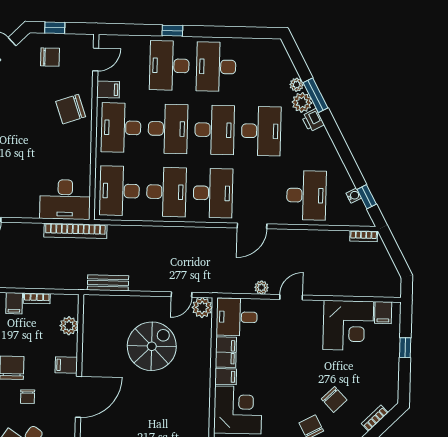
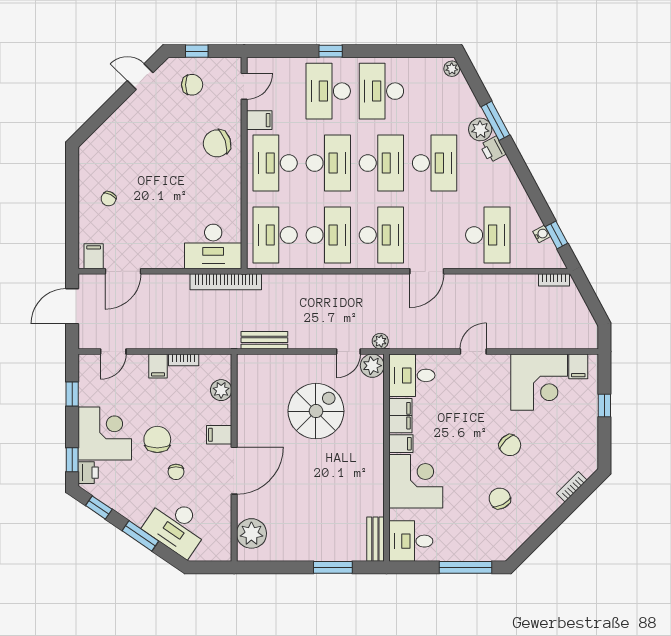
plant: (297, 85) -> (452, 69), moved
plant: (261, 287) -> (380, 341), moved
chair: (334, 399) -> (510, 445), moved

